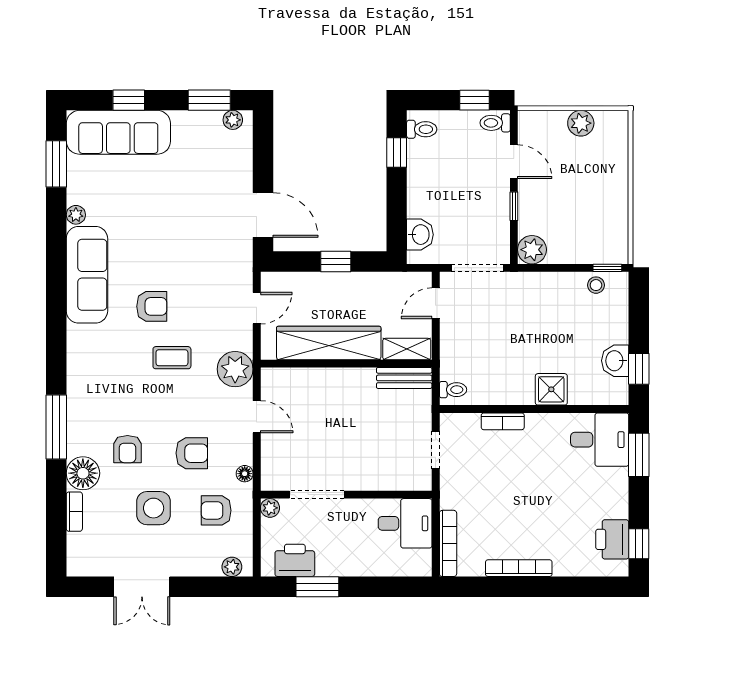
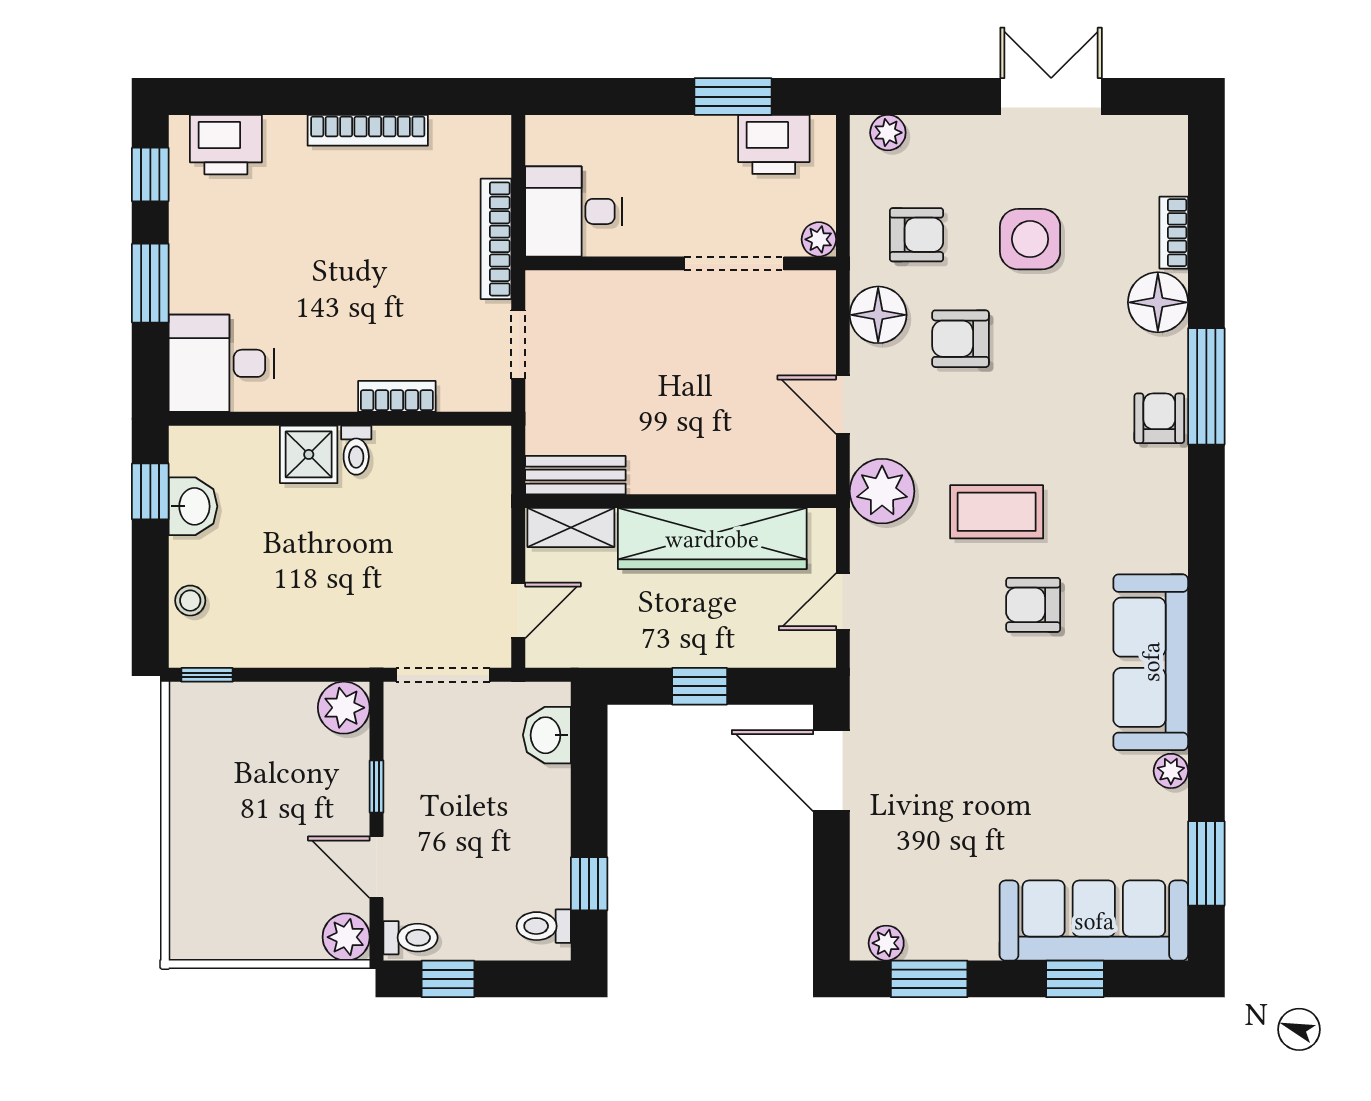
plant: (581, 123) -> (346, 937), moved
stool: (596, 285) -> (190, 601), moved
coffee table: (172, 358) -> (997, 512), width x1.36, depth x1.30
toilet: (453, 390) -> (356, 450), moved, turned -90
armchair: (127, 449) -> (1159, 418), moved
window: (639, 455) -> (150, 283), moved
floor lamp: (245, 474) -> (878, 315), width x1.89, depth x1.89
printer: (612, 539) -> (226, 145), moved, turned 90
bookcase: (448, 543) -> (496, 239), moved

